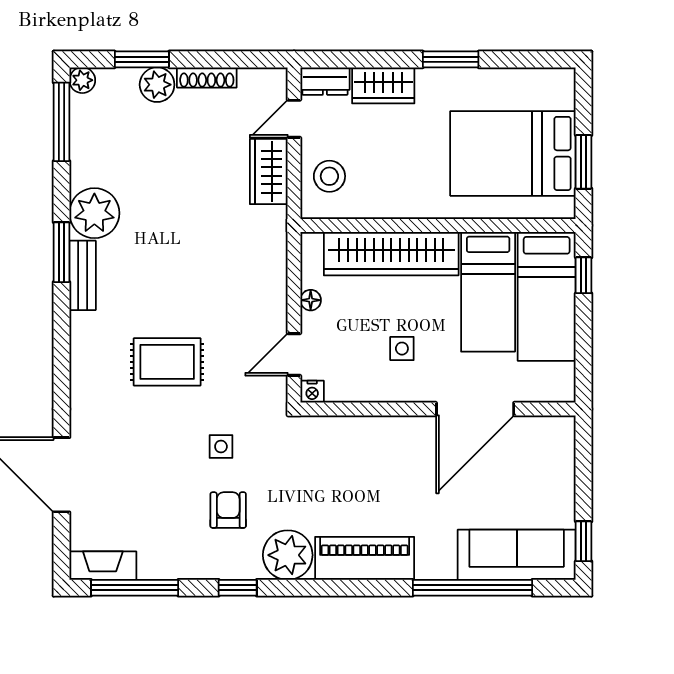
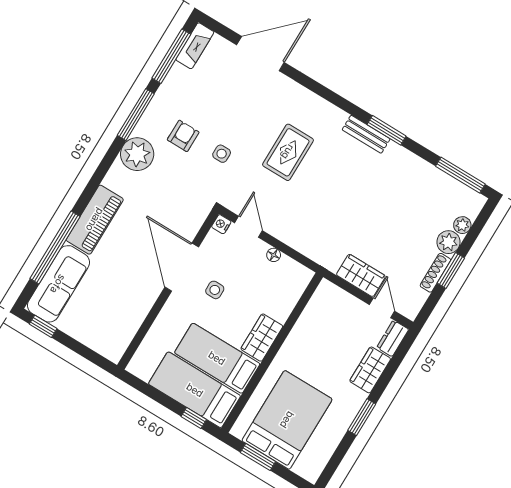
window: (142, 59) -> (451, 271), moved
plant: (82, 80) -> (462, 225), moved
stool: (329, 176) -> (337, 308), removed
plant: (94, 213) -> (397, 162), removed
wardrobe: (391, 254) -> (262, 338), width x0.48, depth x0.85
door: (475, 409) -> (182, 267), moved
armchair: (228, 510) -> (183, 136), turned -90
piano: (365, 558) -> (95, 220), moved
window: (238, 588) -> (136, 115), width x2.17

